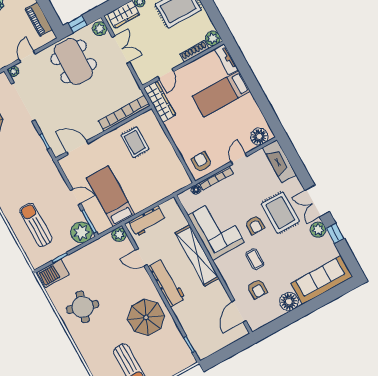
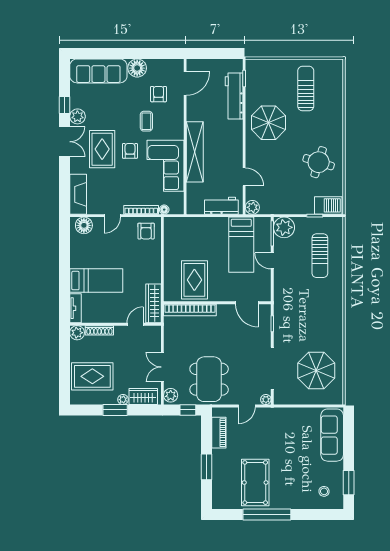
rug: (135, 142) -> (194, 280), width x1.36, depth x1.43
workbench: (167, 283) -> (234, 96), moved

